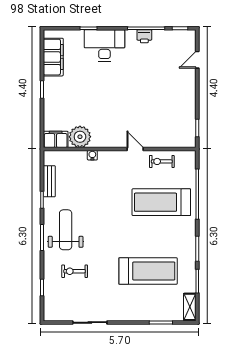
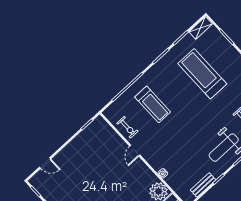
treadmill: (161, 202) -> (153, 104), width x0.73, depth x0.73

